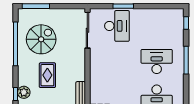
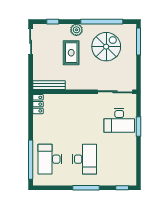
spiral stairs: (41, 39) -> (106, 47), turned -90
rug: (47, 75) -> (71, 53), turned 90
plant: (24, 92) -> (76, 30), moved

